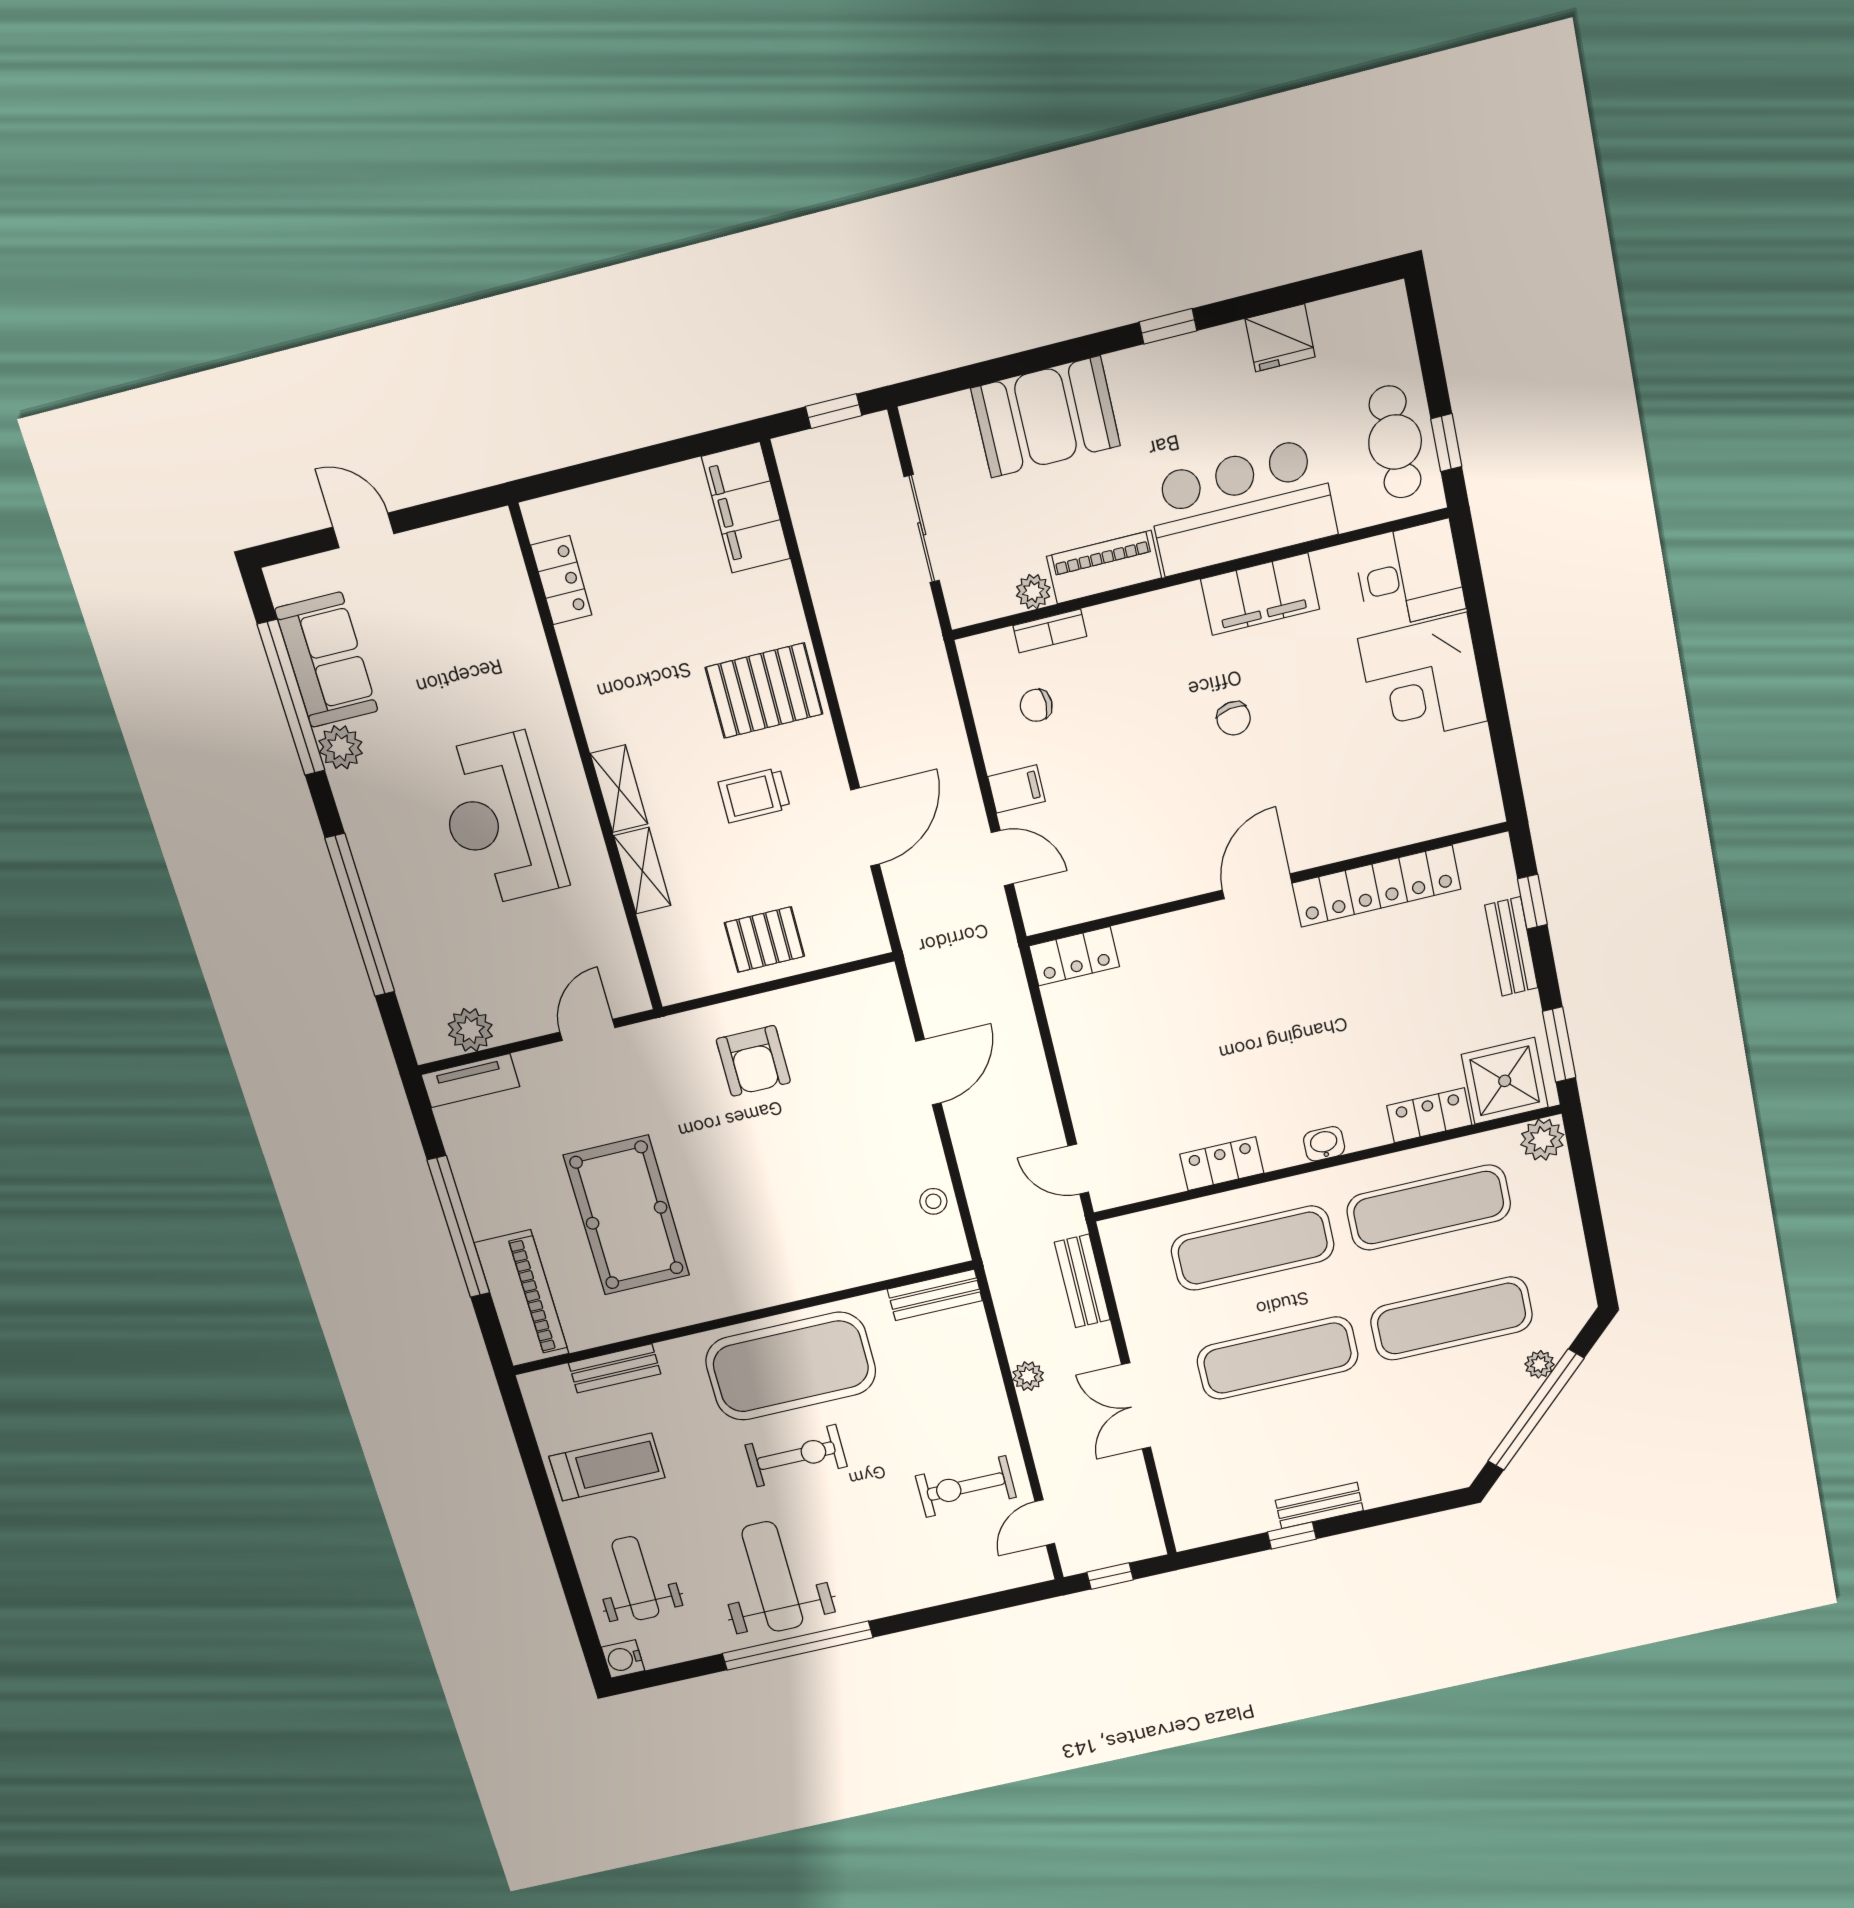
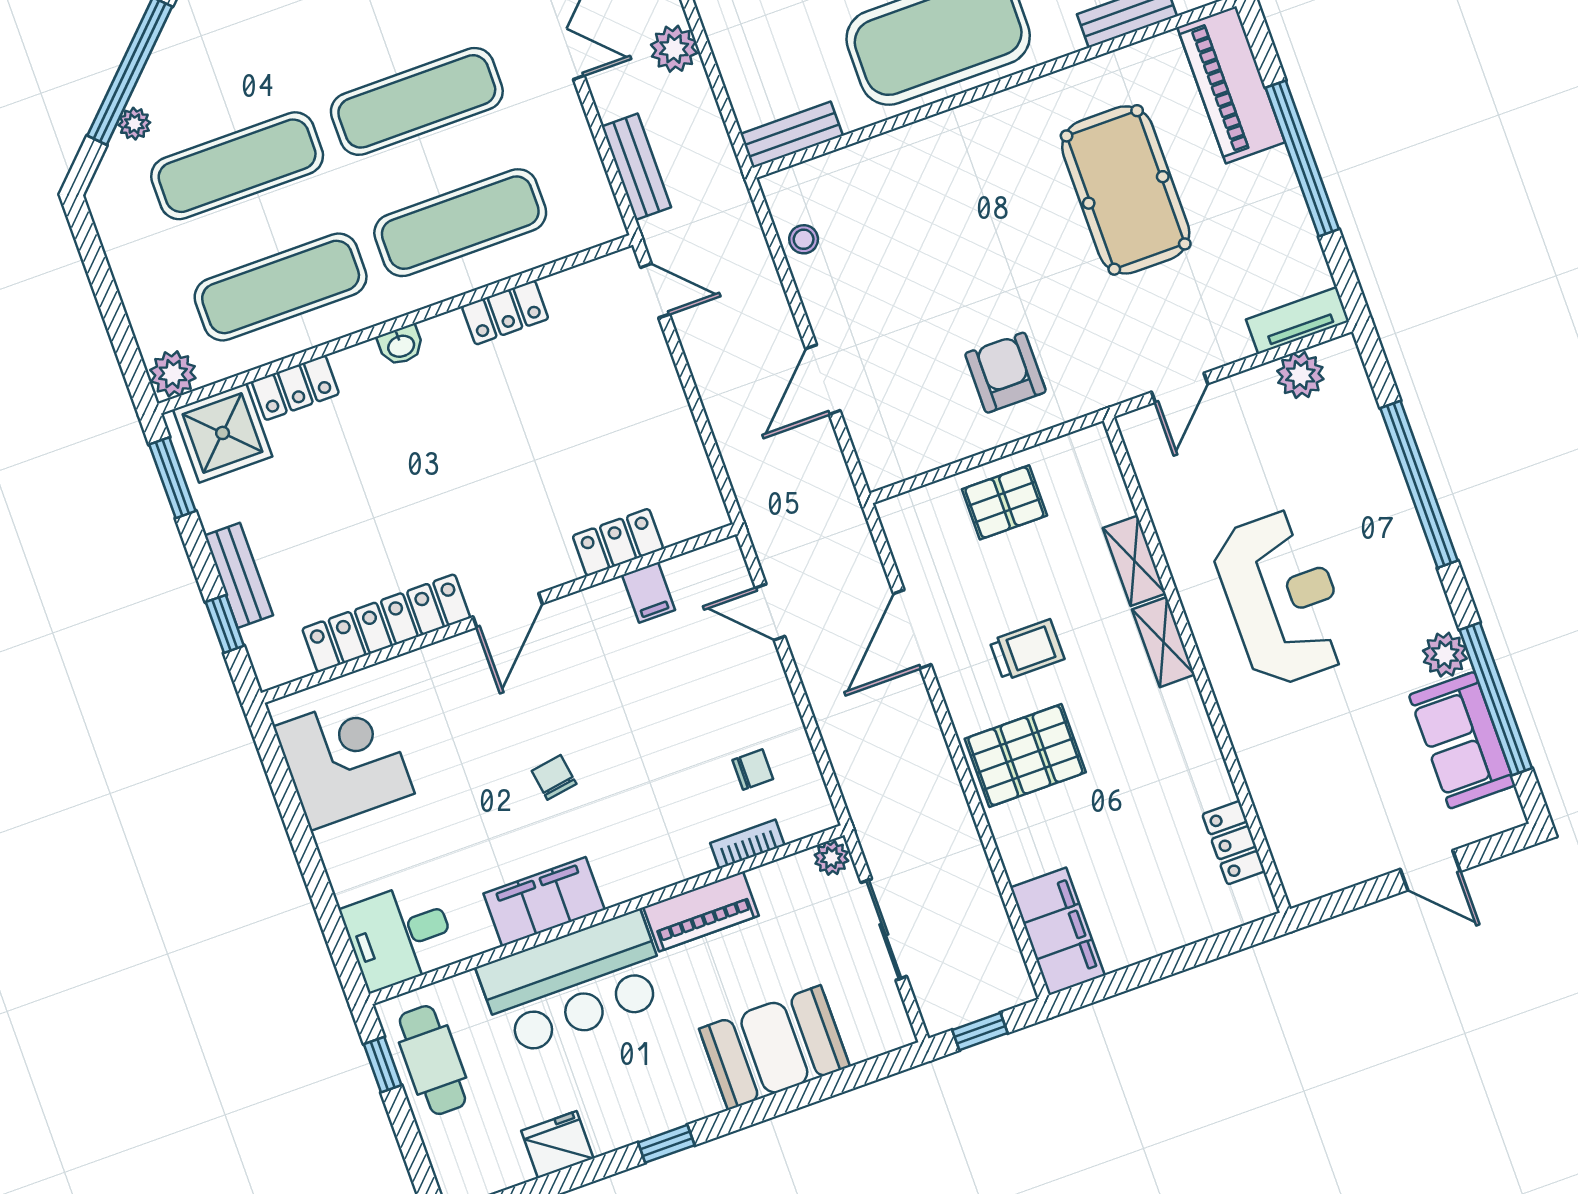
plant: (1033, 592) -> (831, 858), moved
corner desk: (1423, 680) -> (344, 760), moved
filing cabinet: (1017, 789) -> (649, 592), moved, turned -90
locker: (1074, 956) -> (618, 542), moved
plant: (1028, 1376) -> (674, 49), width x1.38, depth x1.38

